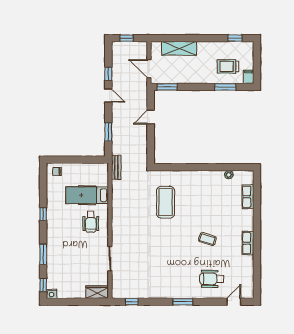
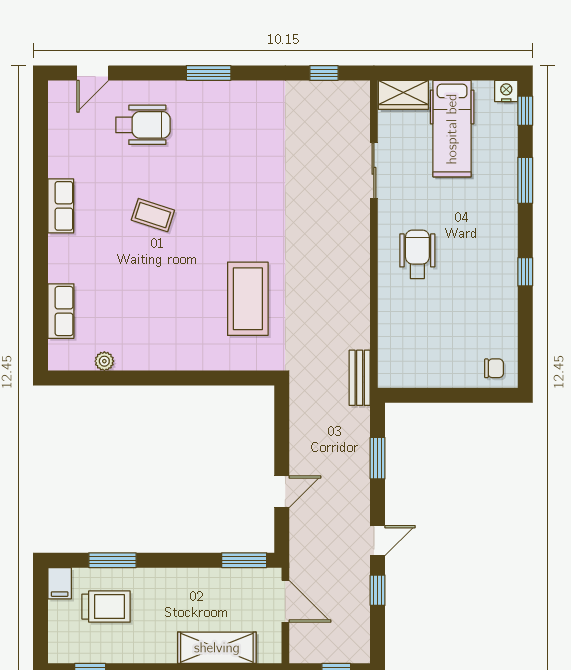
door: (108, 96) -> (378, 541), swing flipped
hospital bed: (87, 195) -> (452, 129), moved, turned 90

